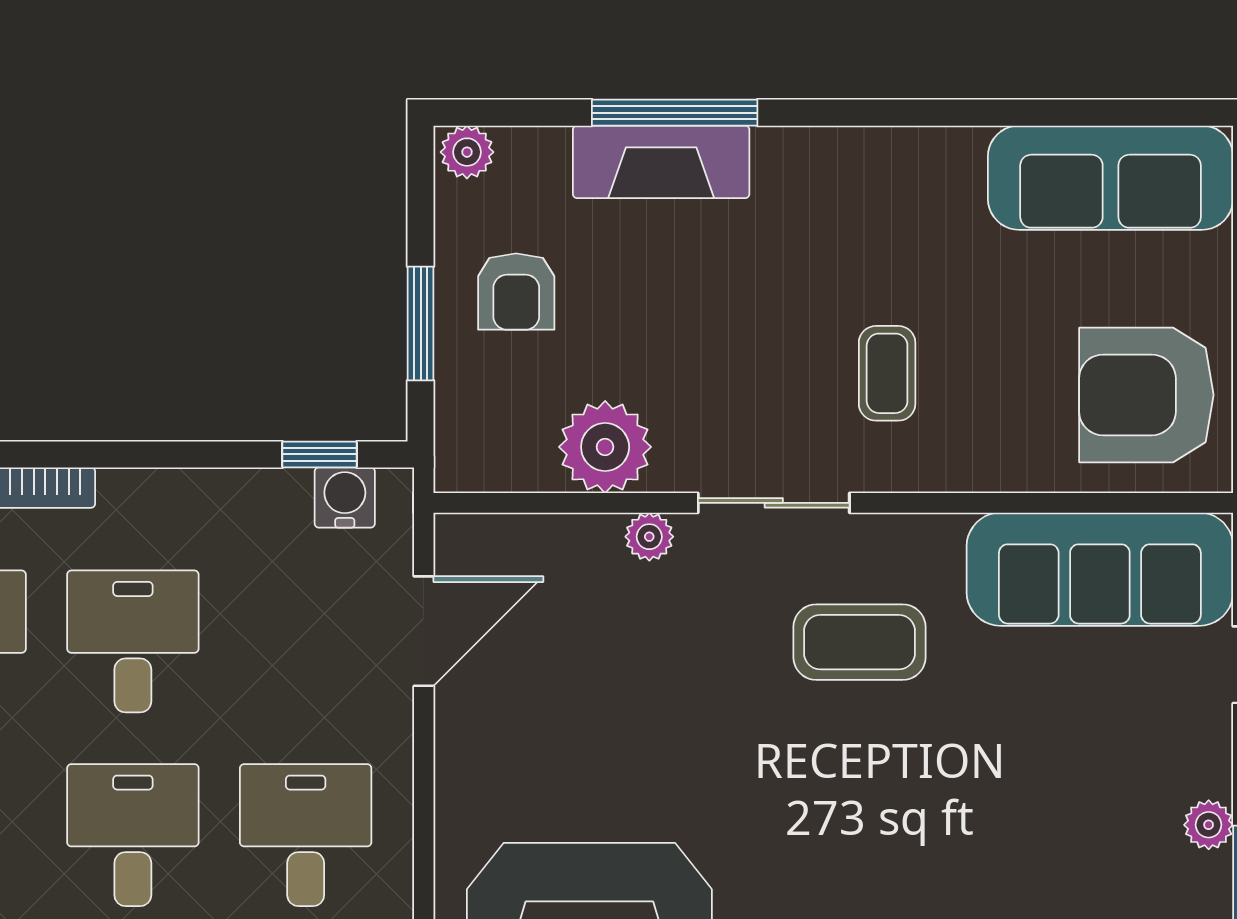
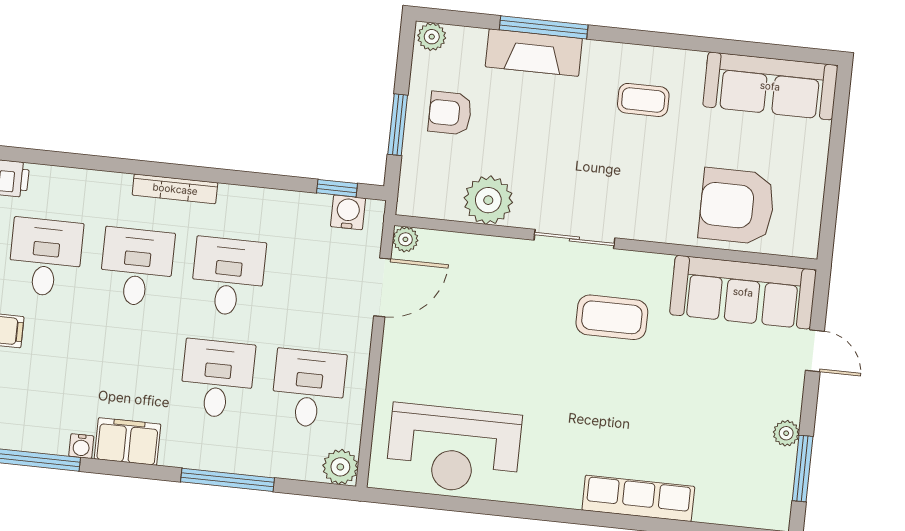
armchair: (516, 292) -> (450, 113), turned 90
coffee table: (887, 373) -> (643, 100), moved, turned 90
armchair: (1146, 395) -> (737, 206), moved
plant: (649, 537) -> (405, 239), moved

